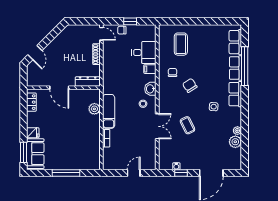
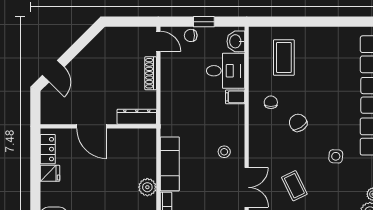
washbasin: (150, 89) -> (236, 41), moved
plant: (94, 109) -> (147, 187), moved
fridge: (33, 133) -> (50, 173), moved

